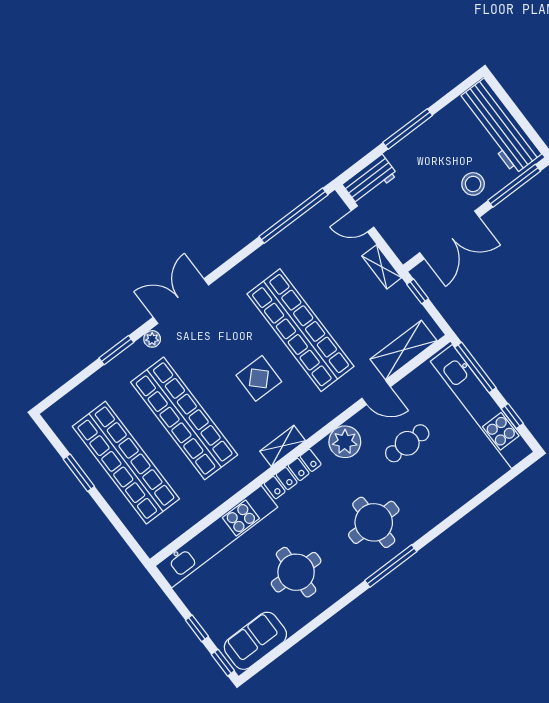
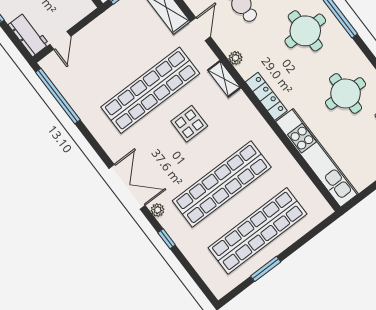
shelving: (382, 267) -> (99, 25), removed
double door: (181, 301) -> (127, 187), swing flipped
window: (116, 350) -> (167, 239), width x0.67
plant: (345, 442) -> (235, 58), width x0.53, depth x0.53
shelving: (283, 446) -> (224, 79), moved

